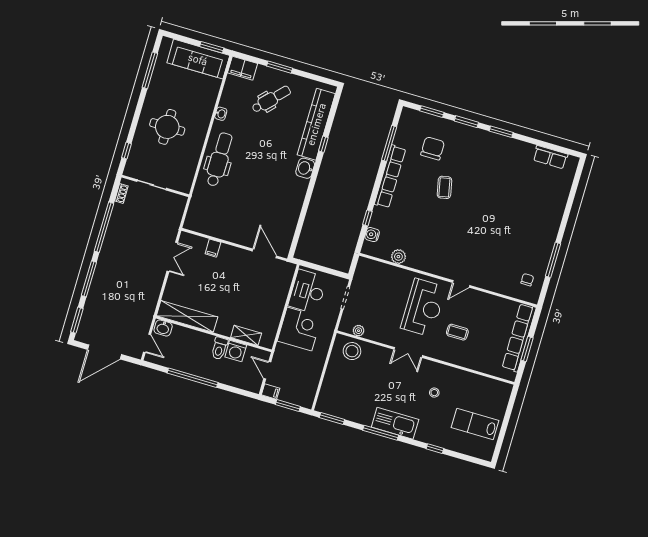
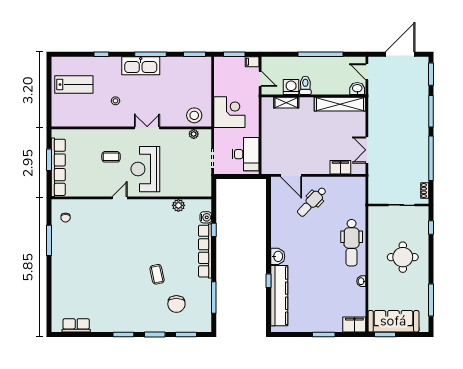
dental chair: (271, 99) -> (312, 202), moved
row of seats: (390, 176) -> (205, 251), moved
filing cabinet: (213, 248) -> (340, 167), width x2.00
corner desk: (299, 329) -> (229, 112), moved, turned 180

